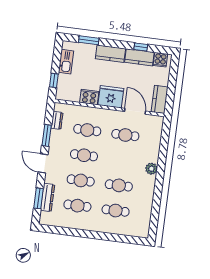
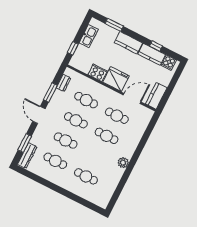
door: (135, 111) -> (132, 98), hinge flipped
plant: (151, 169) -> (123, 163), moved
cafe table: (119, 185) -> (106, 136), moved
dresser: (48, 197) -> (27, 155), moved

